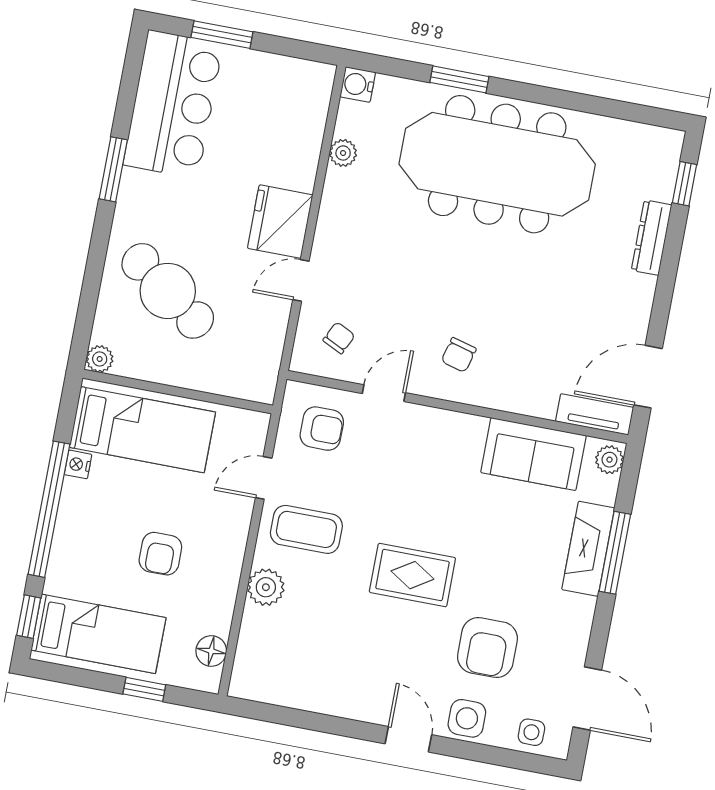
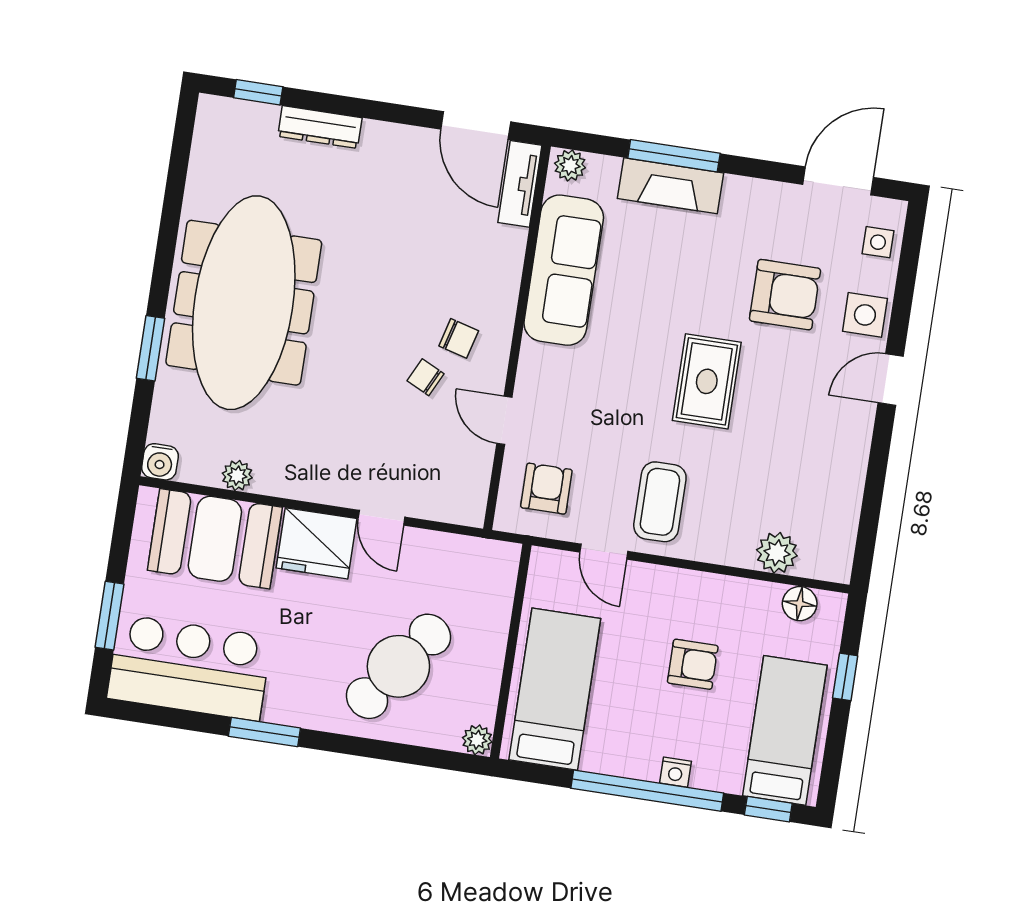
booth: (287, 131) -> (215, 539), added
chair: (339, 338) -> (426, 377), moved
sofa: (533, 454) -> (564, 270), width x1.36
nightstand: (78, 464) -> (675, 772), moved
plant: (266, 587) -> (777, 553), moved

